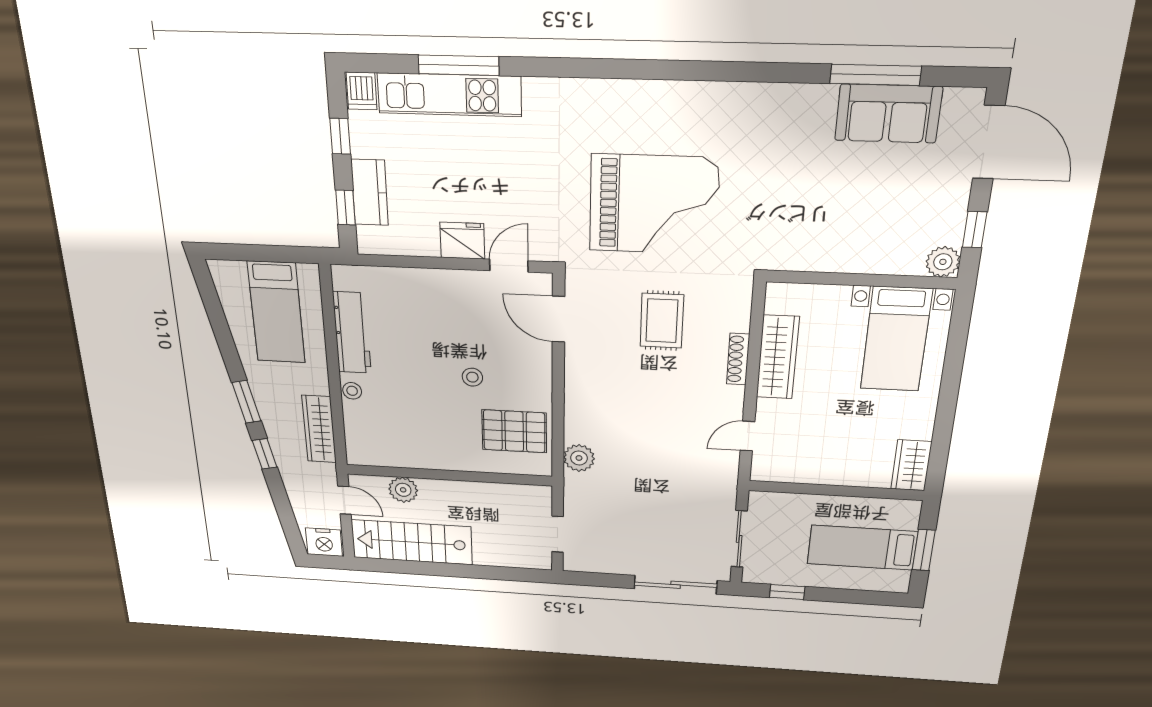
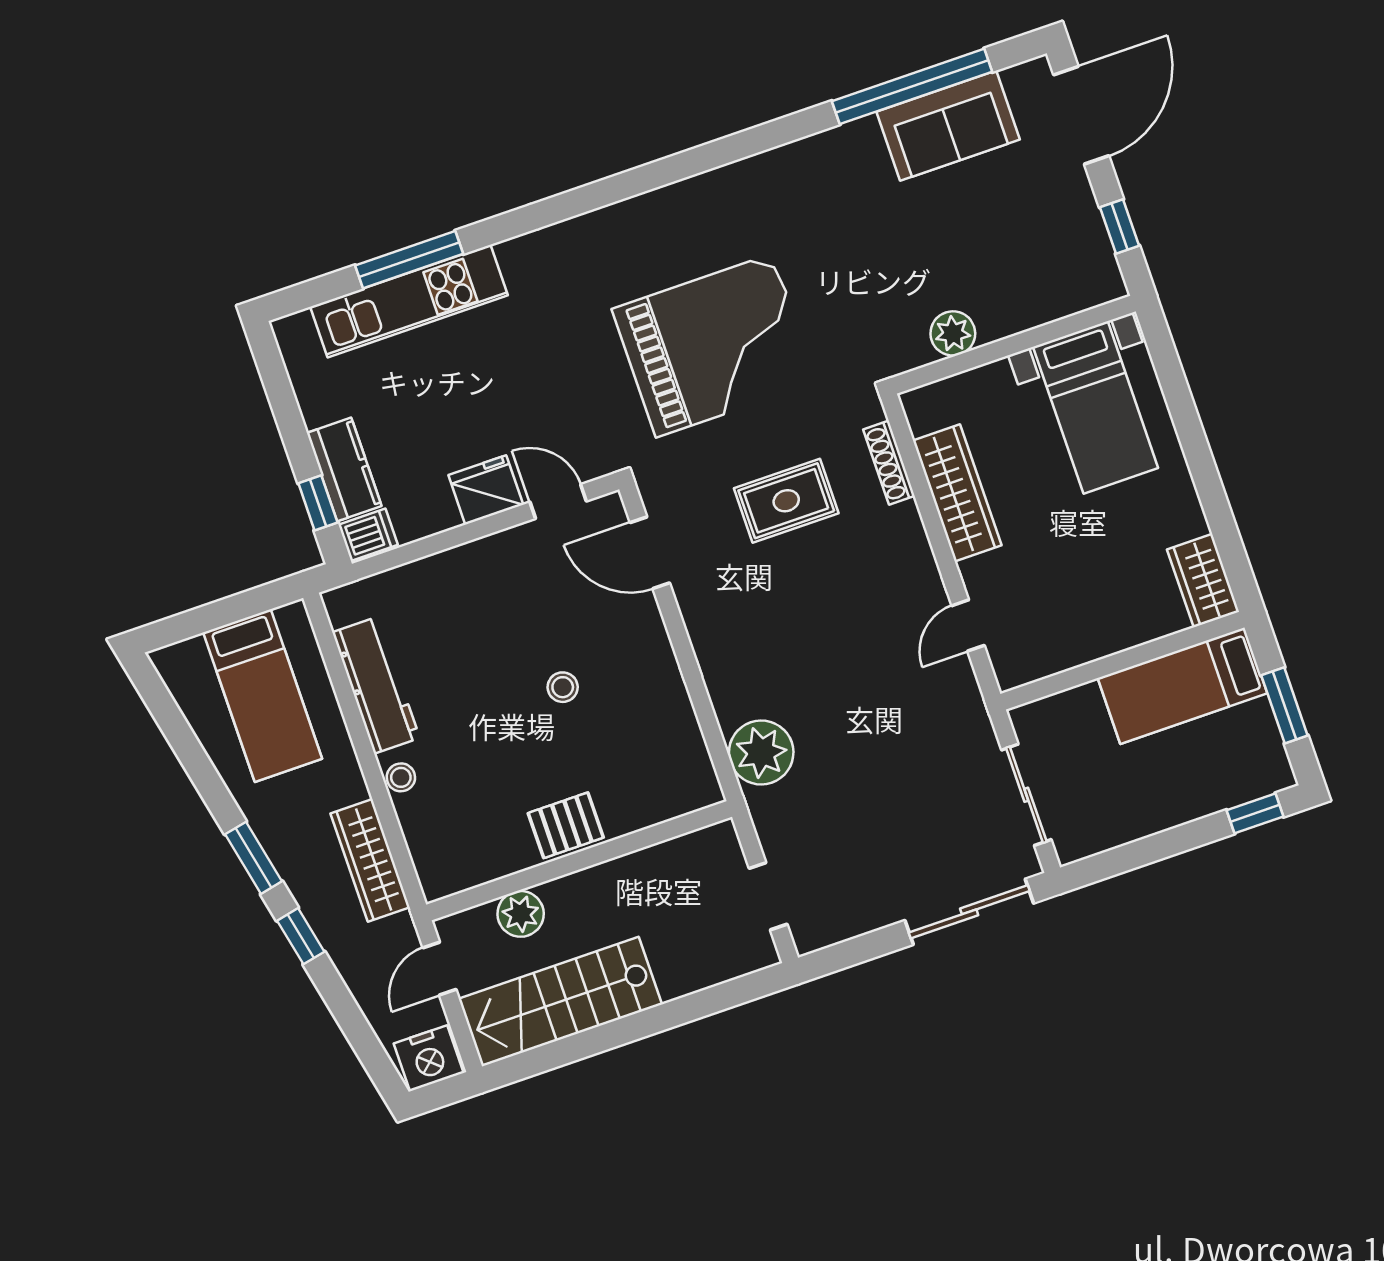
window: (875, 75) -> (912, 86), width x1.46
dishwasher: (362, 91) -> (368, 535), moved, turned -90
window: (340, 136) -> (285, 407), removed
door: (989, 142) -> (1081, 115), hinge flipped
plant: (943, 262) -> (953, 333), moved
door: (509, 266) -> (558, 501), hinge flipped
rug: (662, 321) -> (786, 501), turned 90
shoe rack: (738, 359) -> (889, 463), moved
pallet: (514, 431) -> (566, 825), moved, width x0.67, depth x0.71
plant: (579, 458) -> (761, 753), width x1.36, depth x1.36
door: (344, 500) -> (439, 969), swing flipped
bed: (862, 548) -> (1183, 686), moved
window: (787, 592) -> (1255, 813), moved

